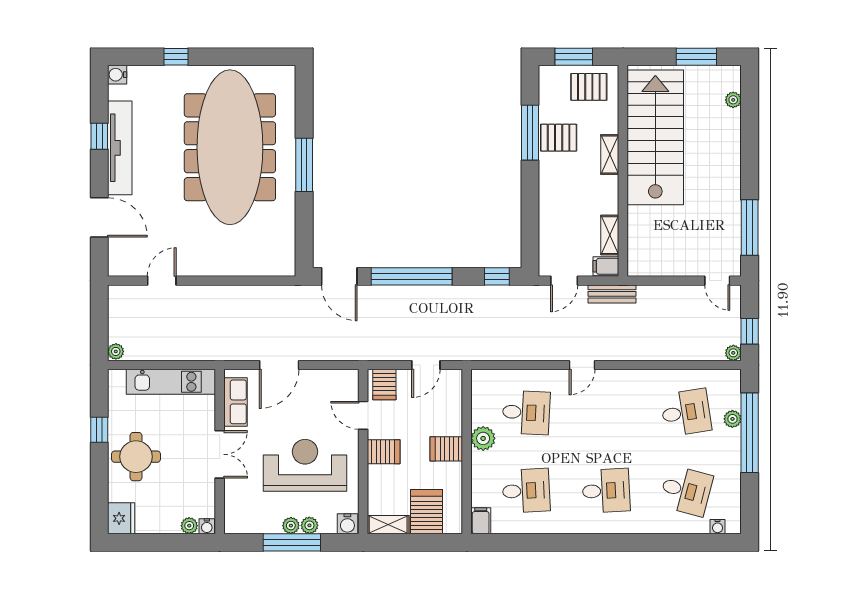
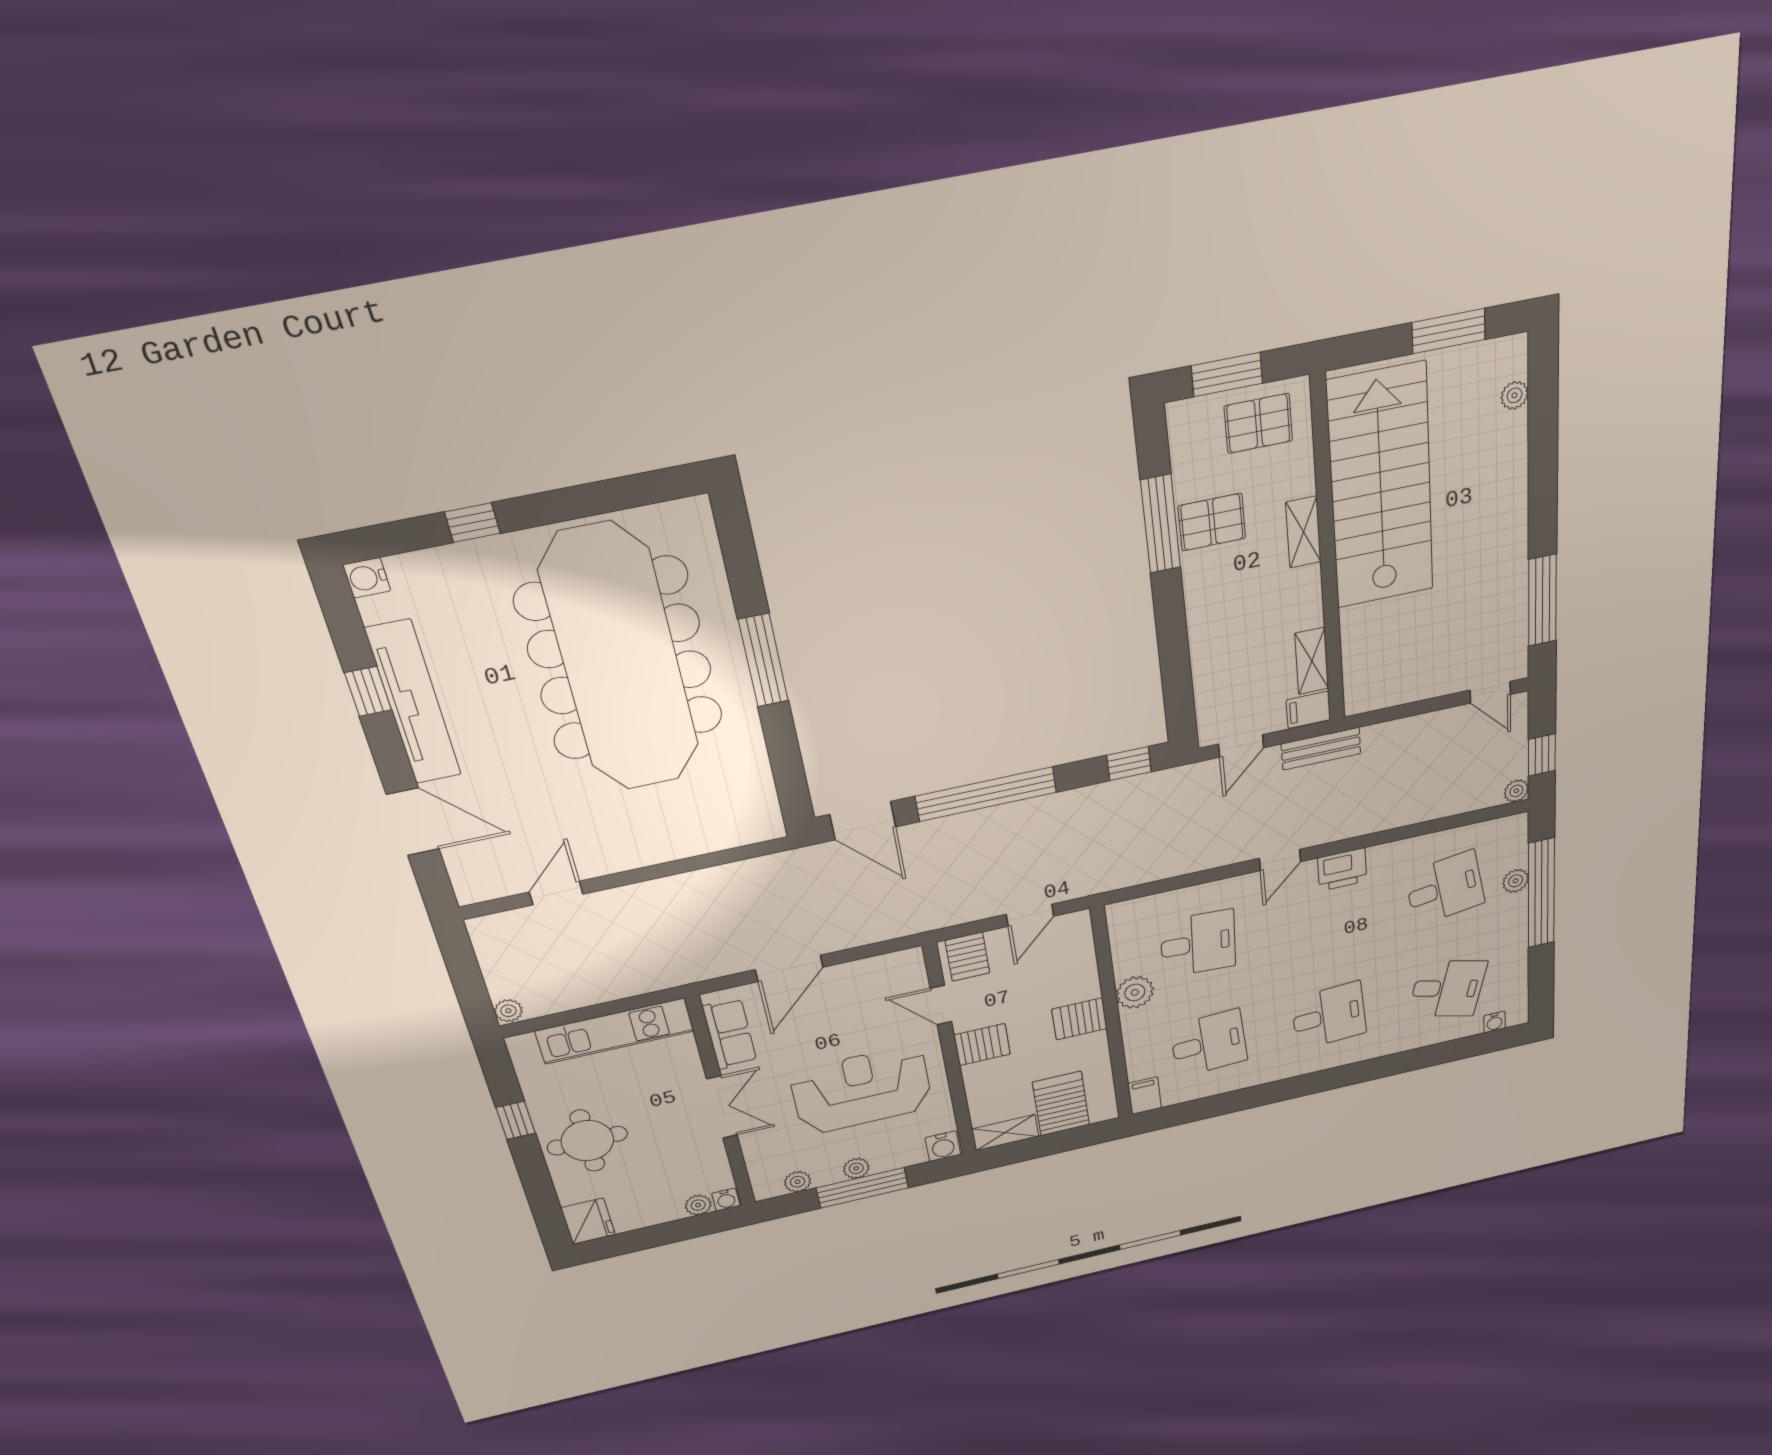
printer: (621, 382) -> (1342, 869), added
plant: (309, 525) -> (798, 1182), moved

